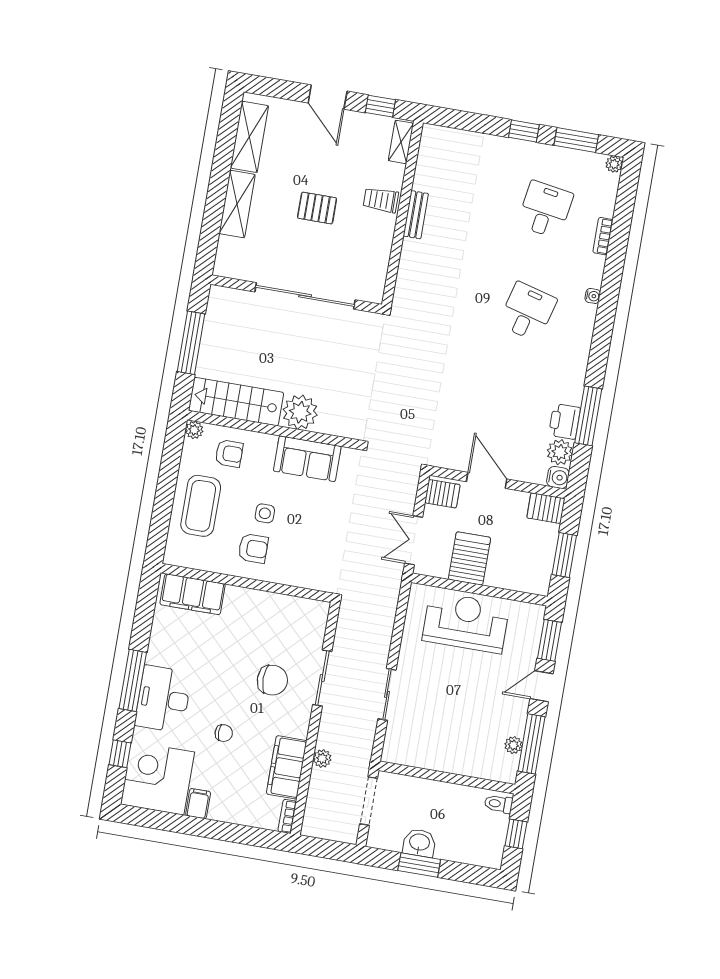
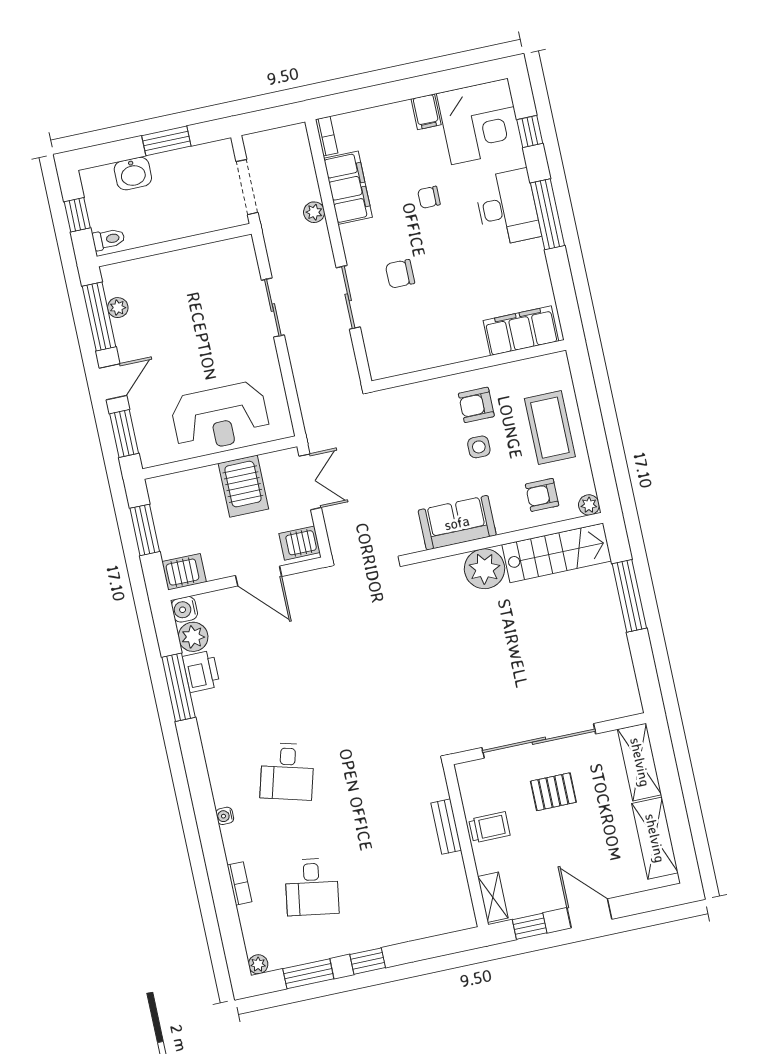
wall: (296, 294) -> (549, 739), moved
sliding door: (305, 296) -> (539, 741), moved
chair: (272, 680) -> (400, 274), width x0.73, depth x0.73
washbasin: (419, 843) -> (133, 174), moved

